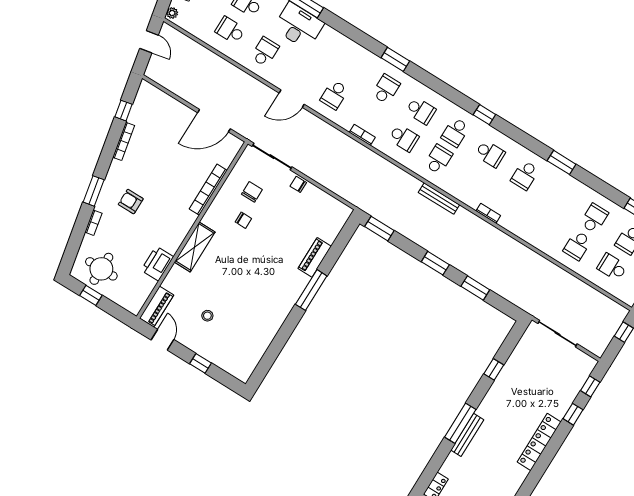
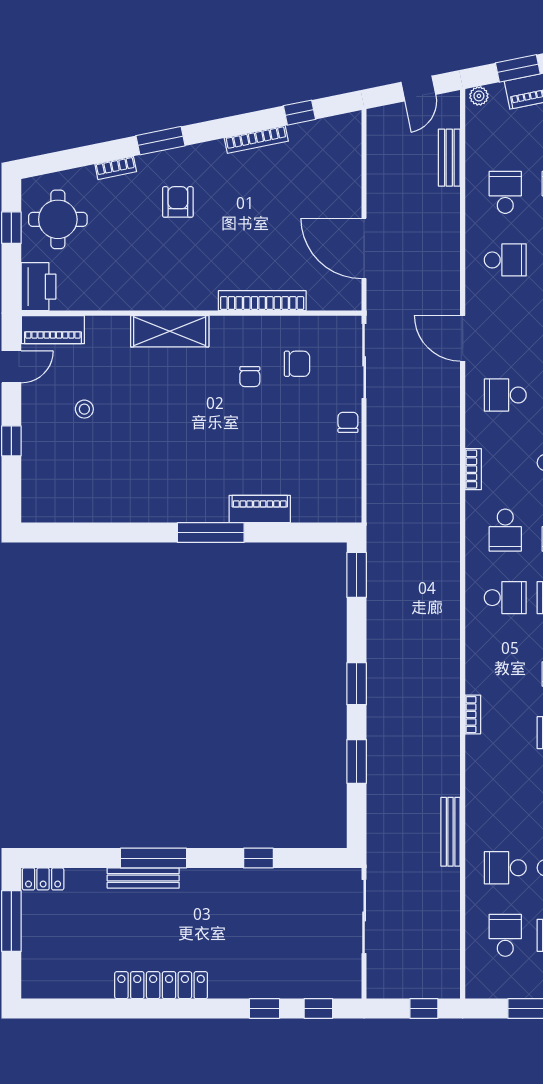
bench: (194, 48) -> (449, 158), added
bench: (439, 199) -> (451, 832), moved
printer: (157, 264) -> (38, 287), moved, turned 90
locker: (539, 442) -> (161, 985), moved

